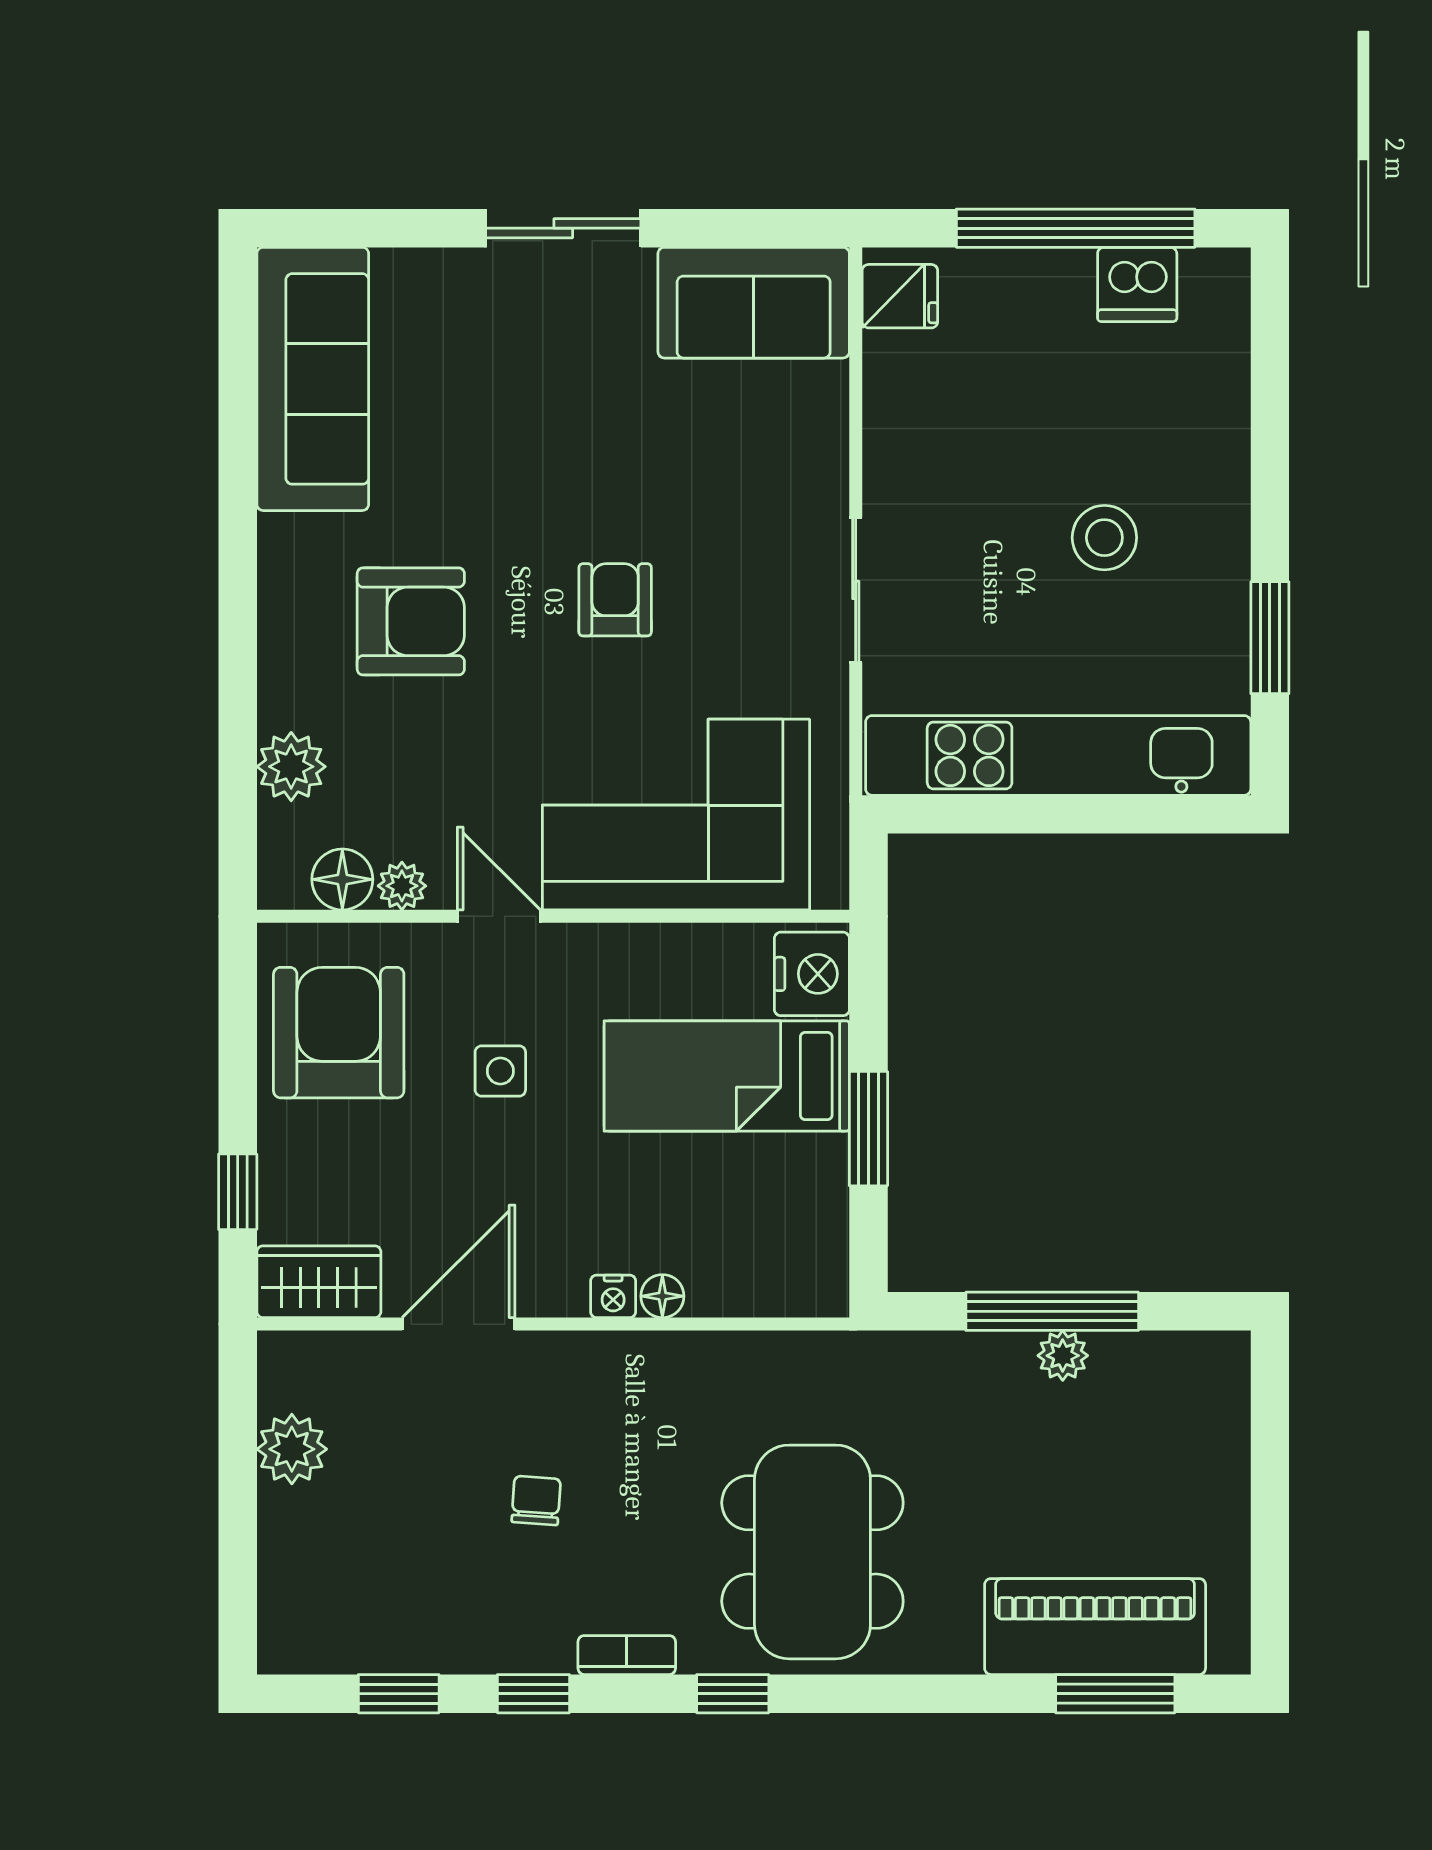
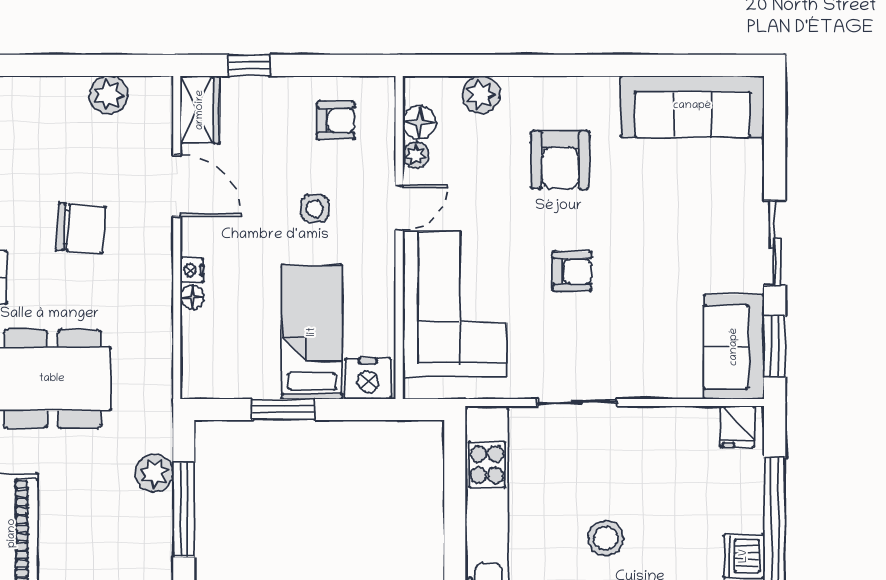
window: (752, 228) -> (775, 346), added
armchair: (339, 1033) -> (336, 120), width x0.53, depth x0.53
plant: (1063, 1356) -> (154, 473), moved, width x1.38, depth x1.38
chair: (536, 1501) -> (80, 228), width x1.87, depth x1.87

